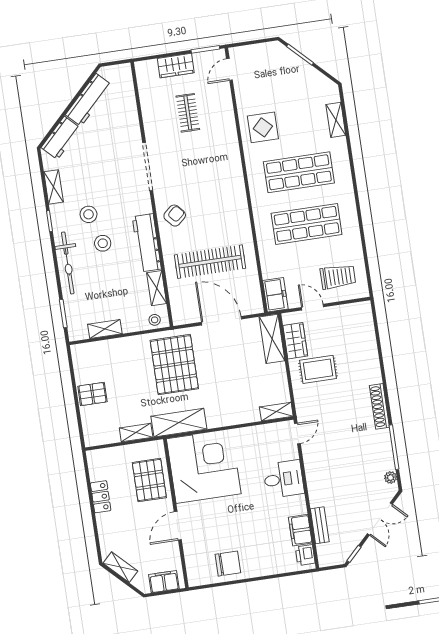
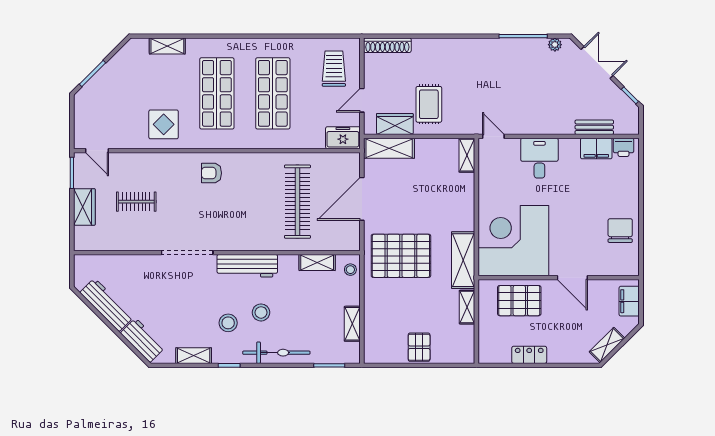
armchair: (175, 216) -> (211, 173), moved, turned -49
workbench: (147, 243) -> (247, 266), moved
shoe rack: (379, 406) -> (387, 45), moved

